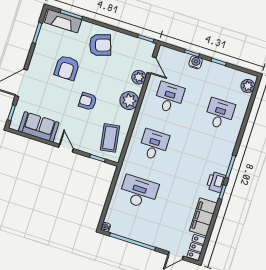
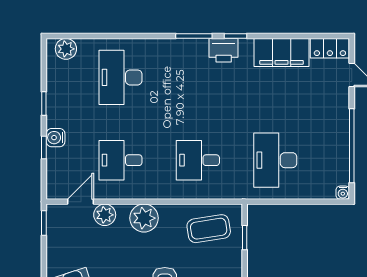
desk: (220, 114) -> (120, 77), width x1.37

